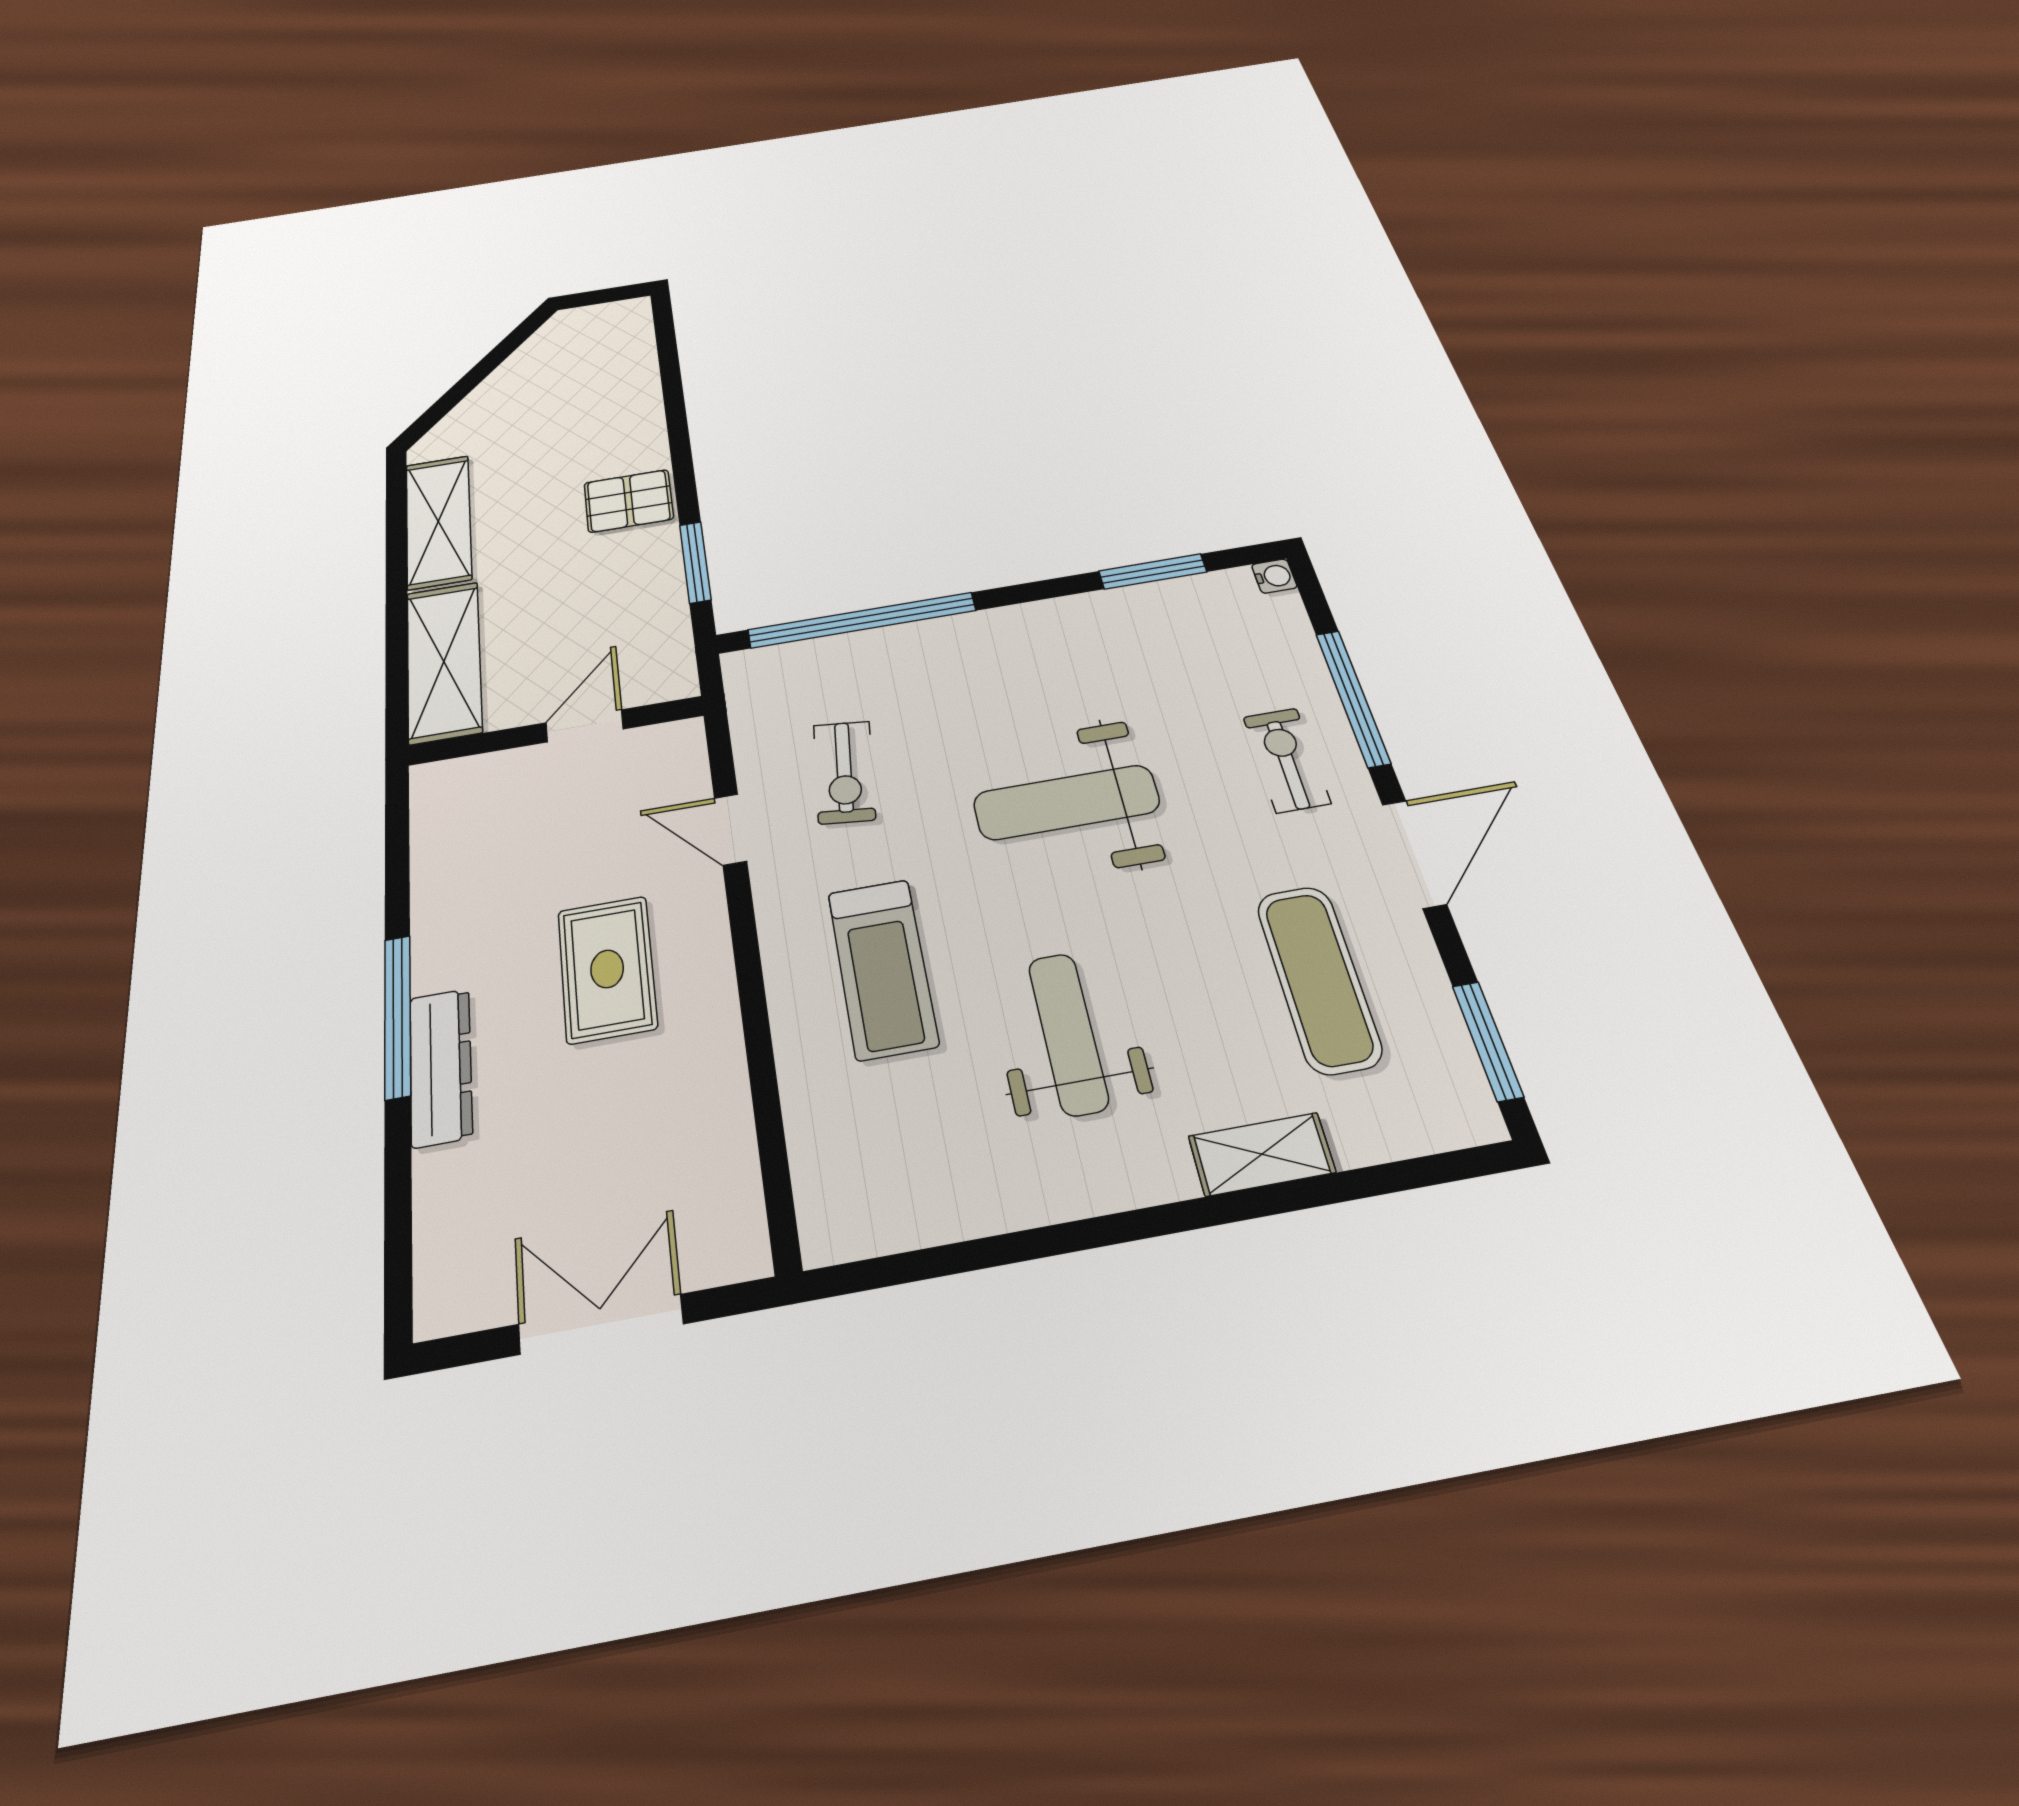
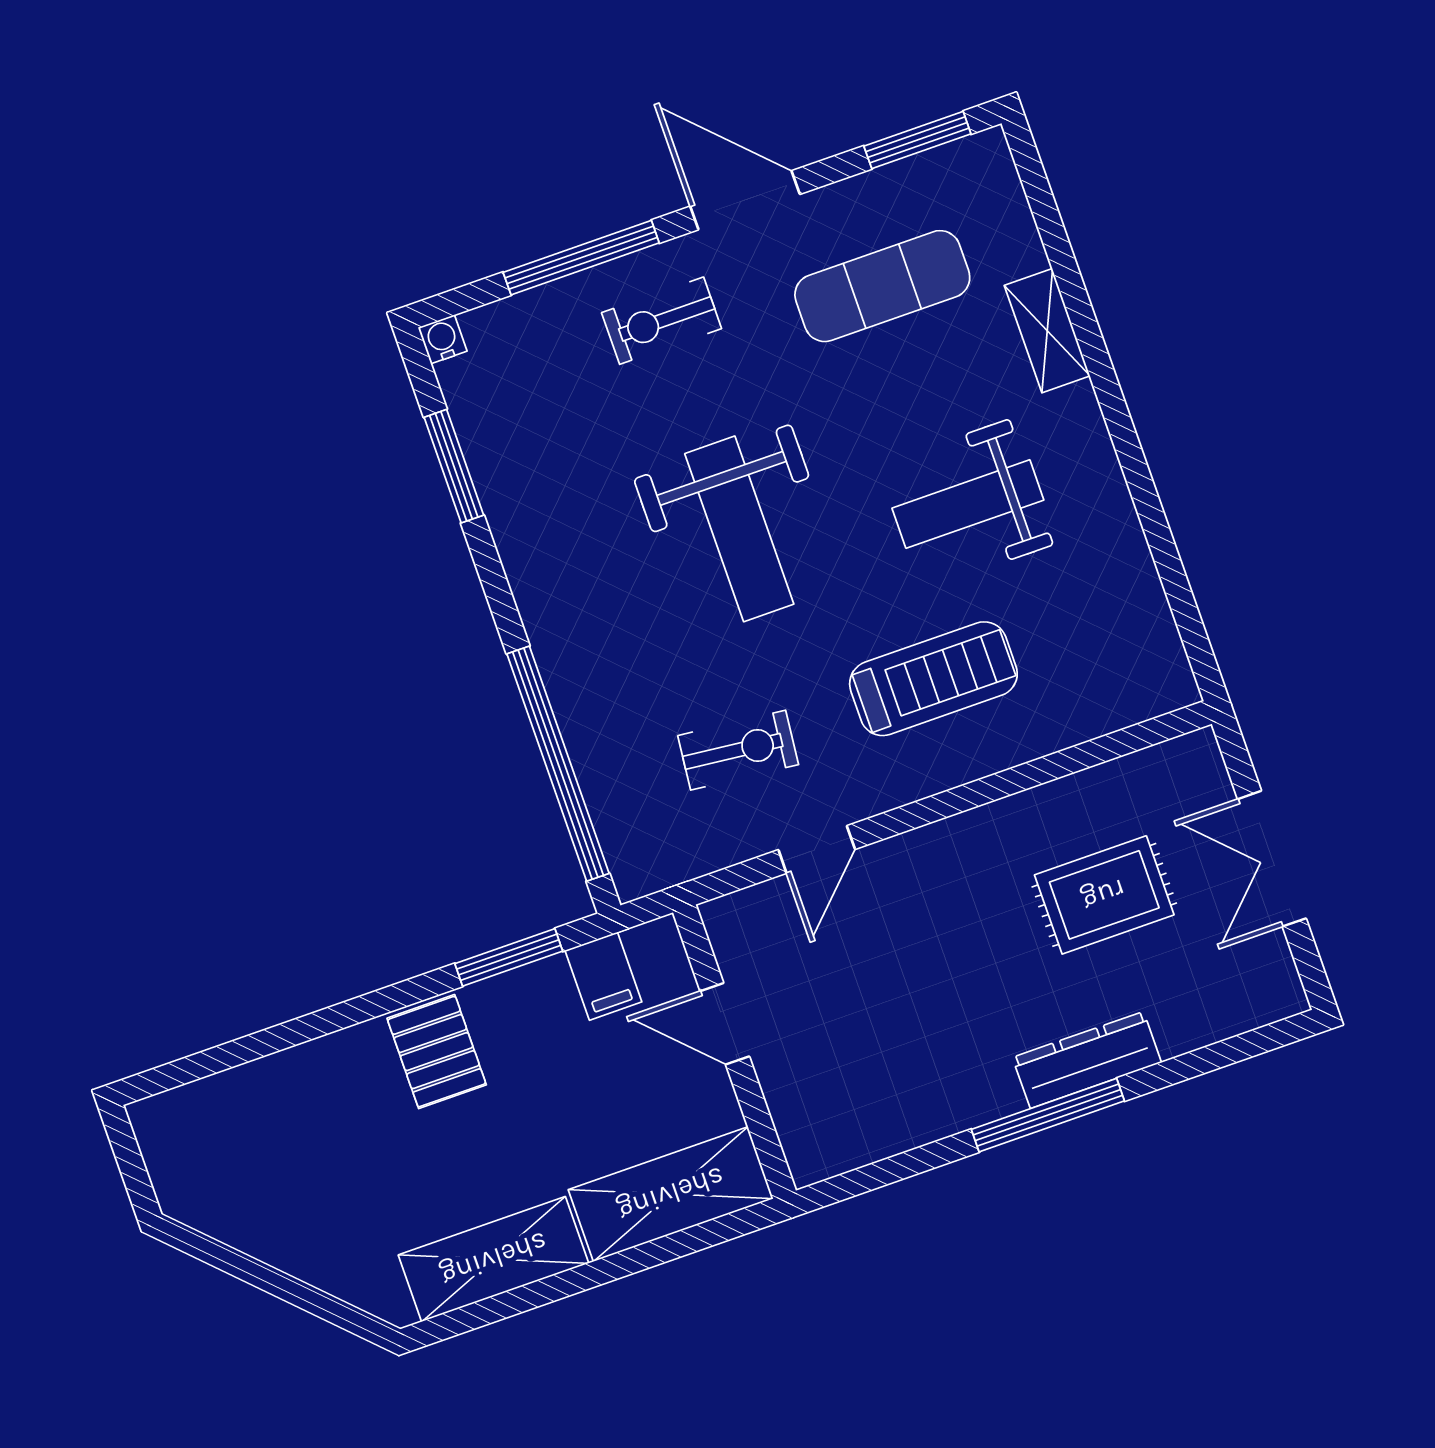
filing cabinet: (658, 632) -> (603, 976), added
rug: (607, 969) -> (1104, 895), moved

